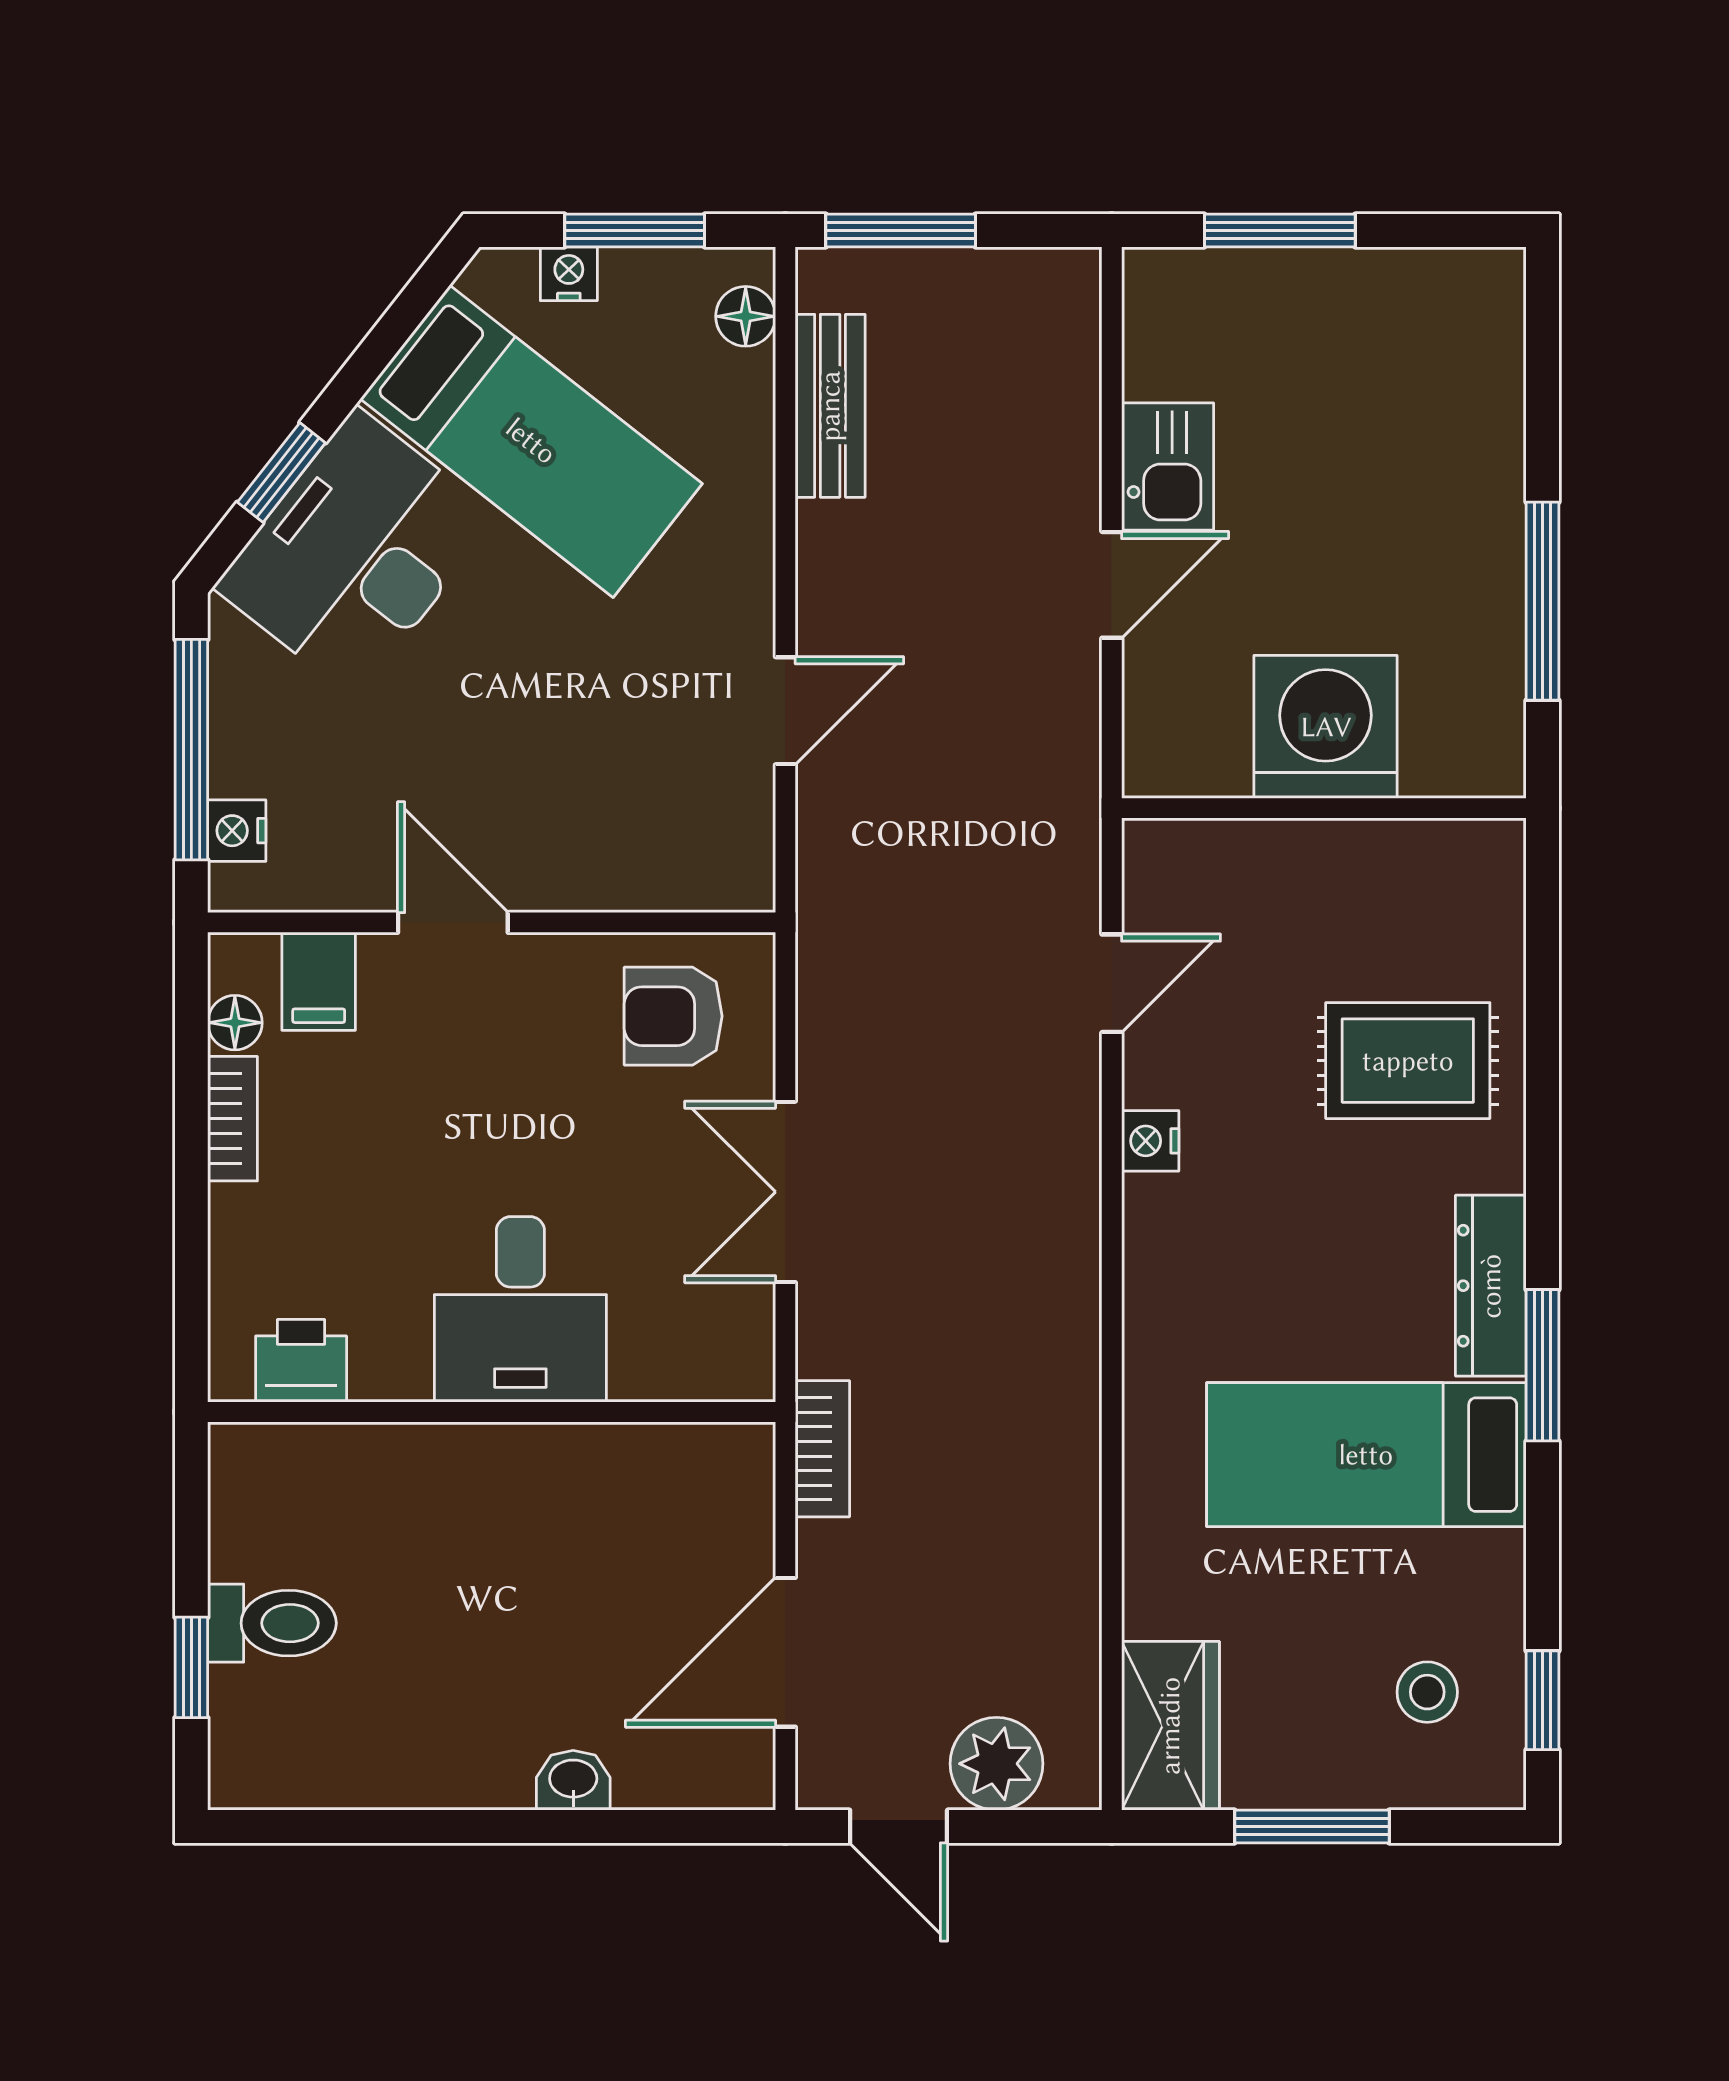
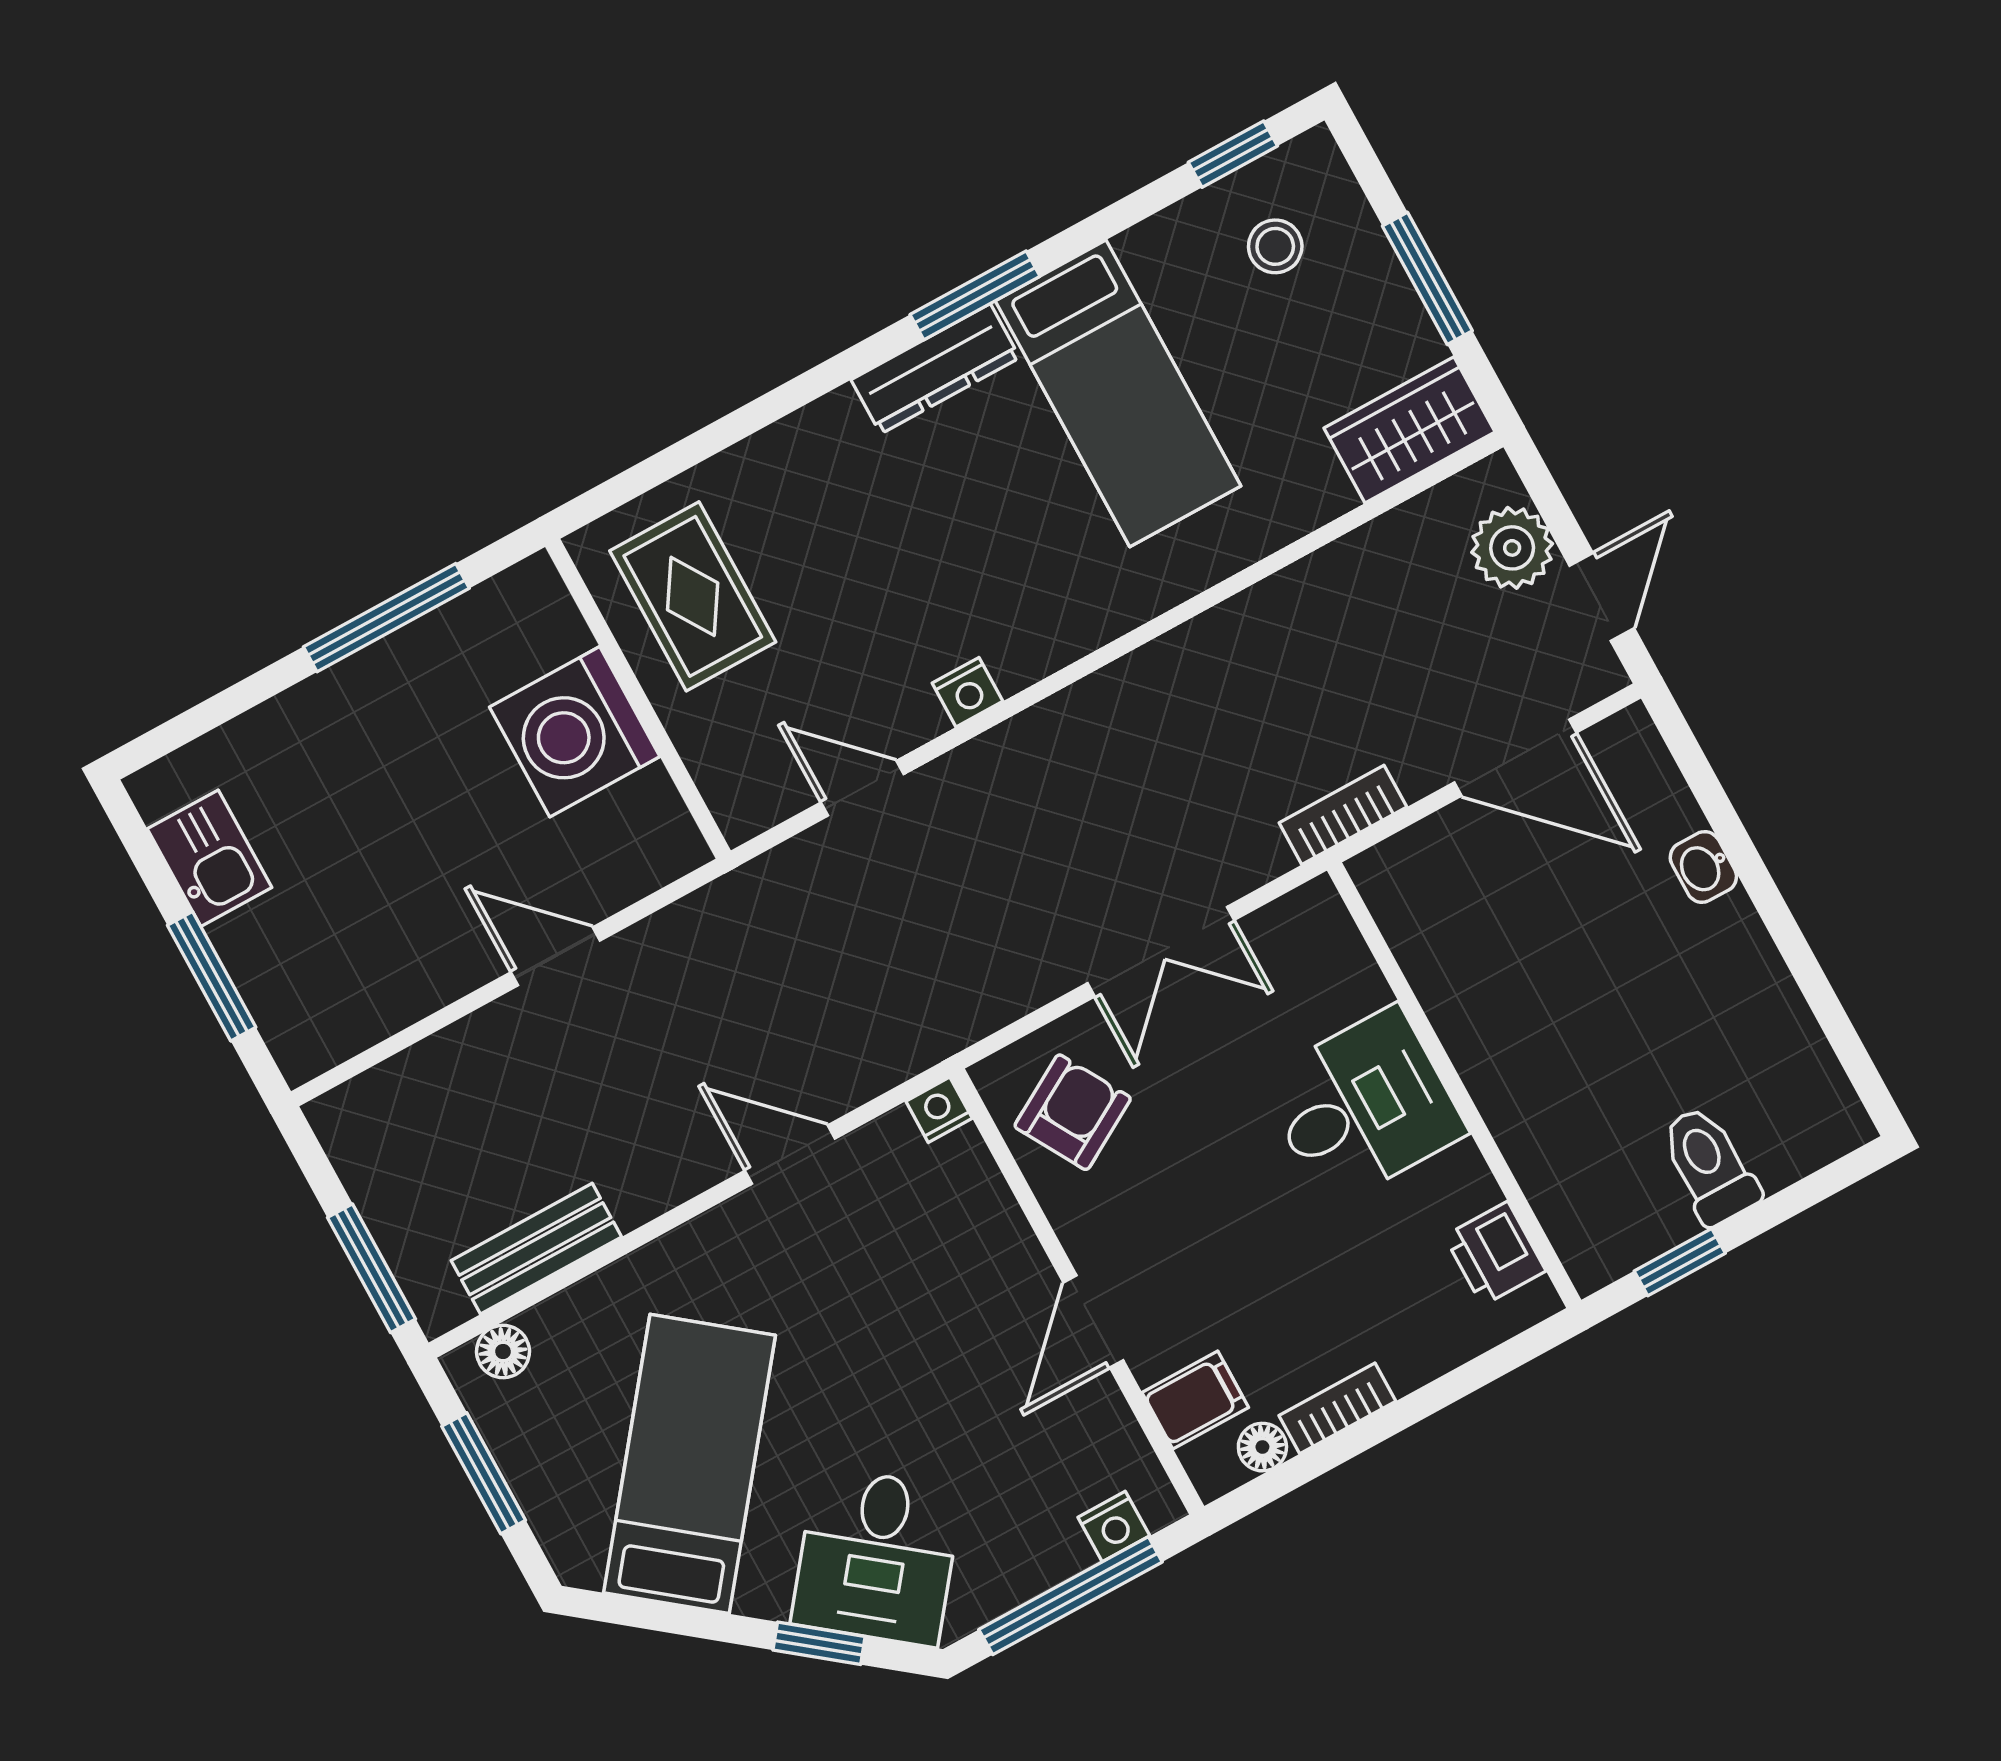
nightstand: (569, 274) -> (939, 1110), moved, turned 90
kitchen sink: (1168, 467) -> (210, 858), moved, turned 90
desk: (356, 553) -> (877, 1557), width x0.73
armchair: (673, 1016) -> (1073, 1112), turned -120
rug: (1408, 1061) -> (693, 596), moved
window: (191, 1667) -> (1680, 1262), moved

